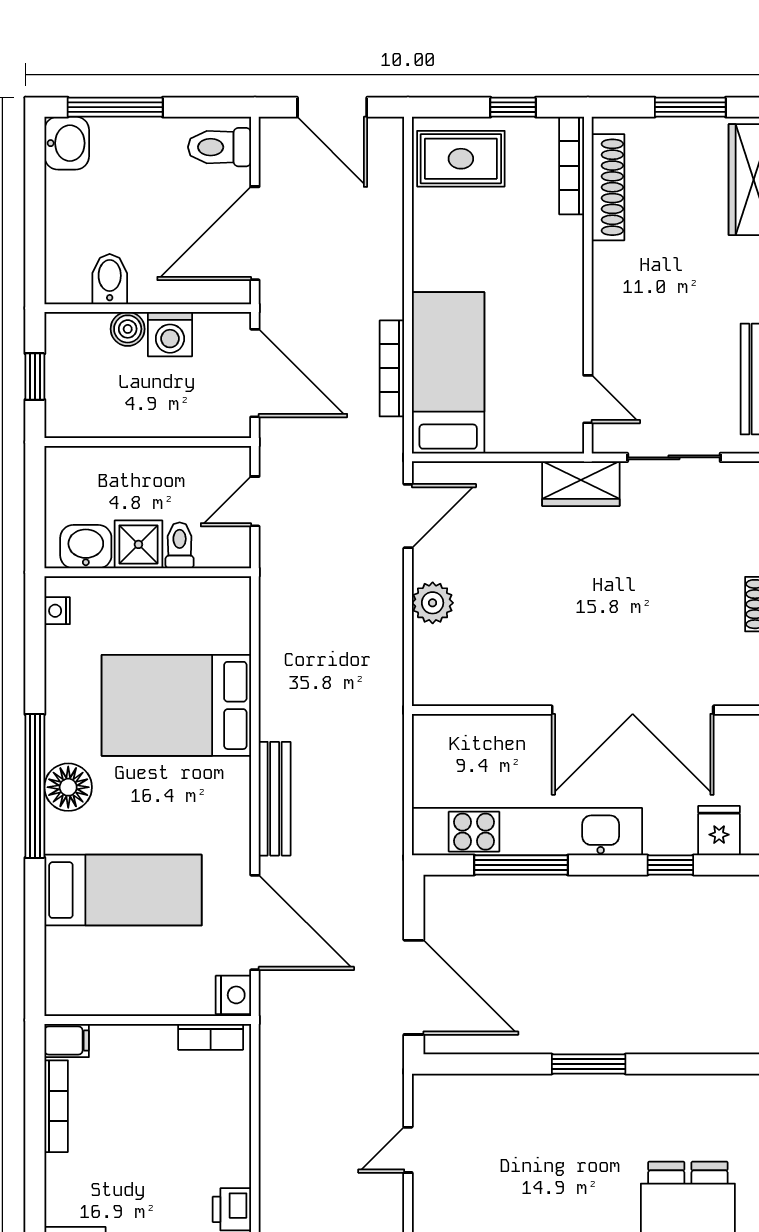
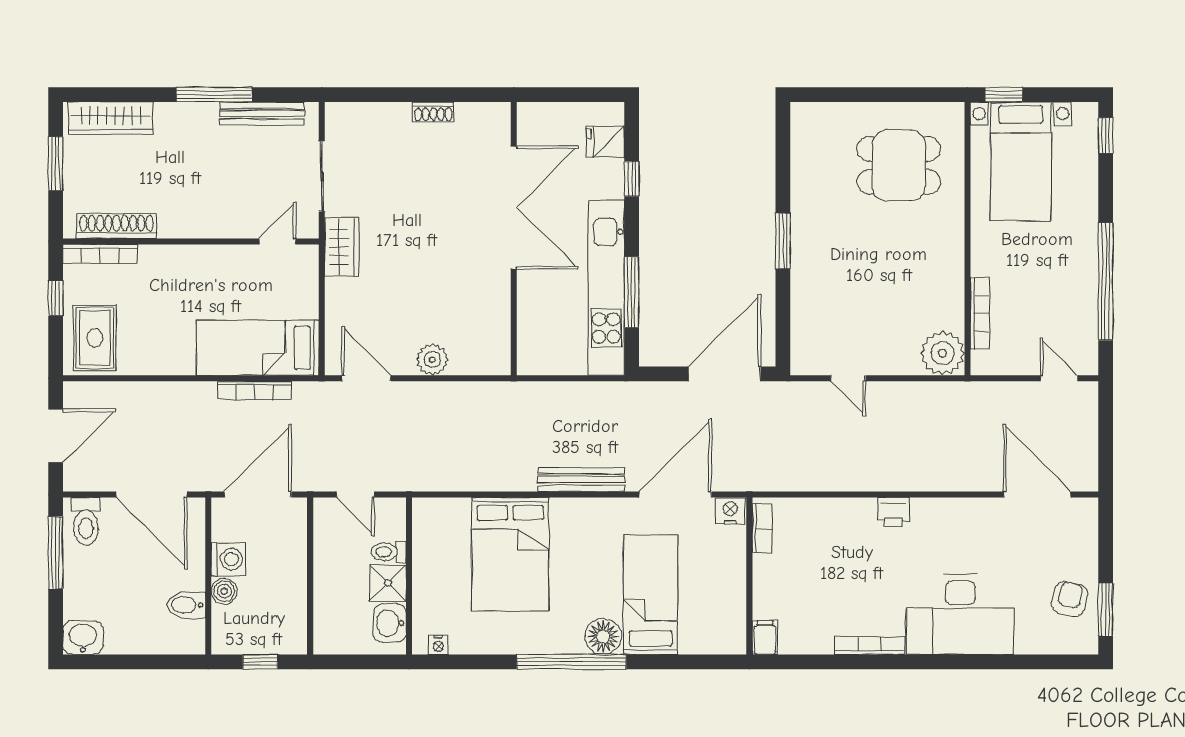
window: (115, 107) -> (56, 553), moved
floor lamp: (68, 787) -> (603, 636), moved
bookcase: (56, 1106) -> (869, 646), moved

